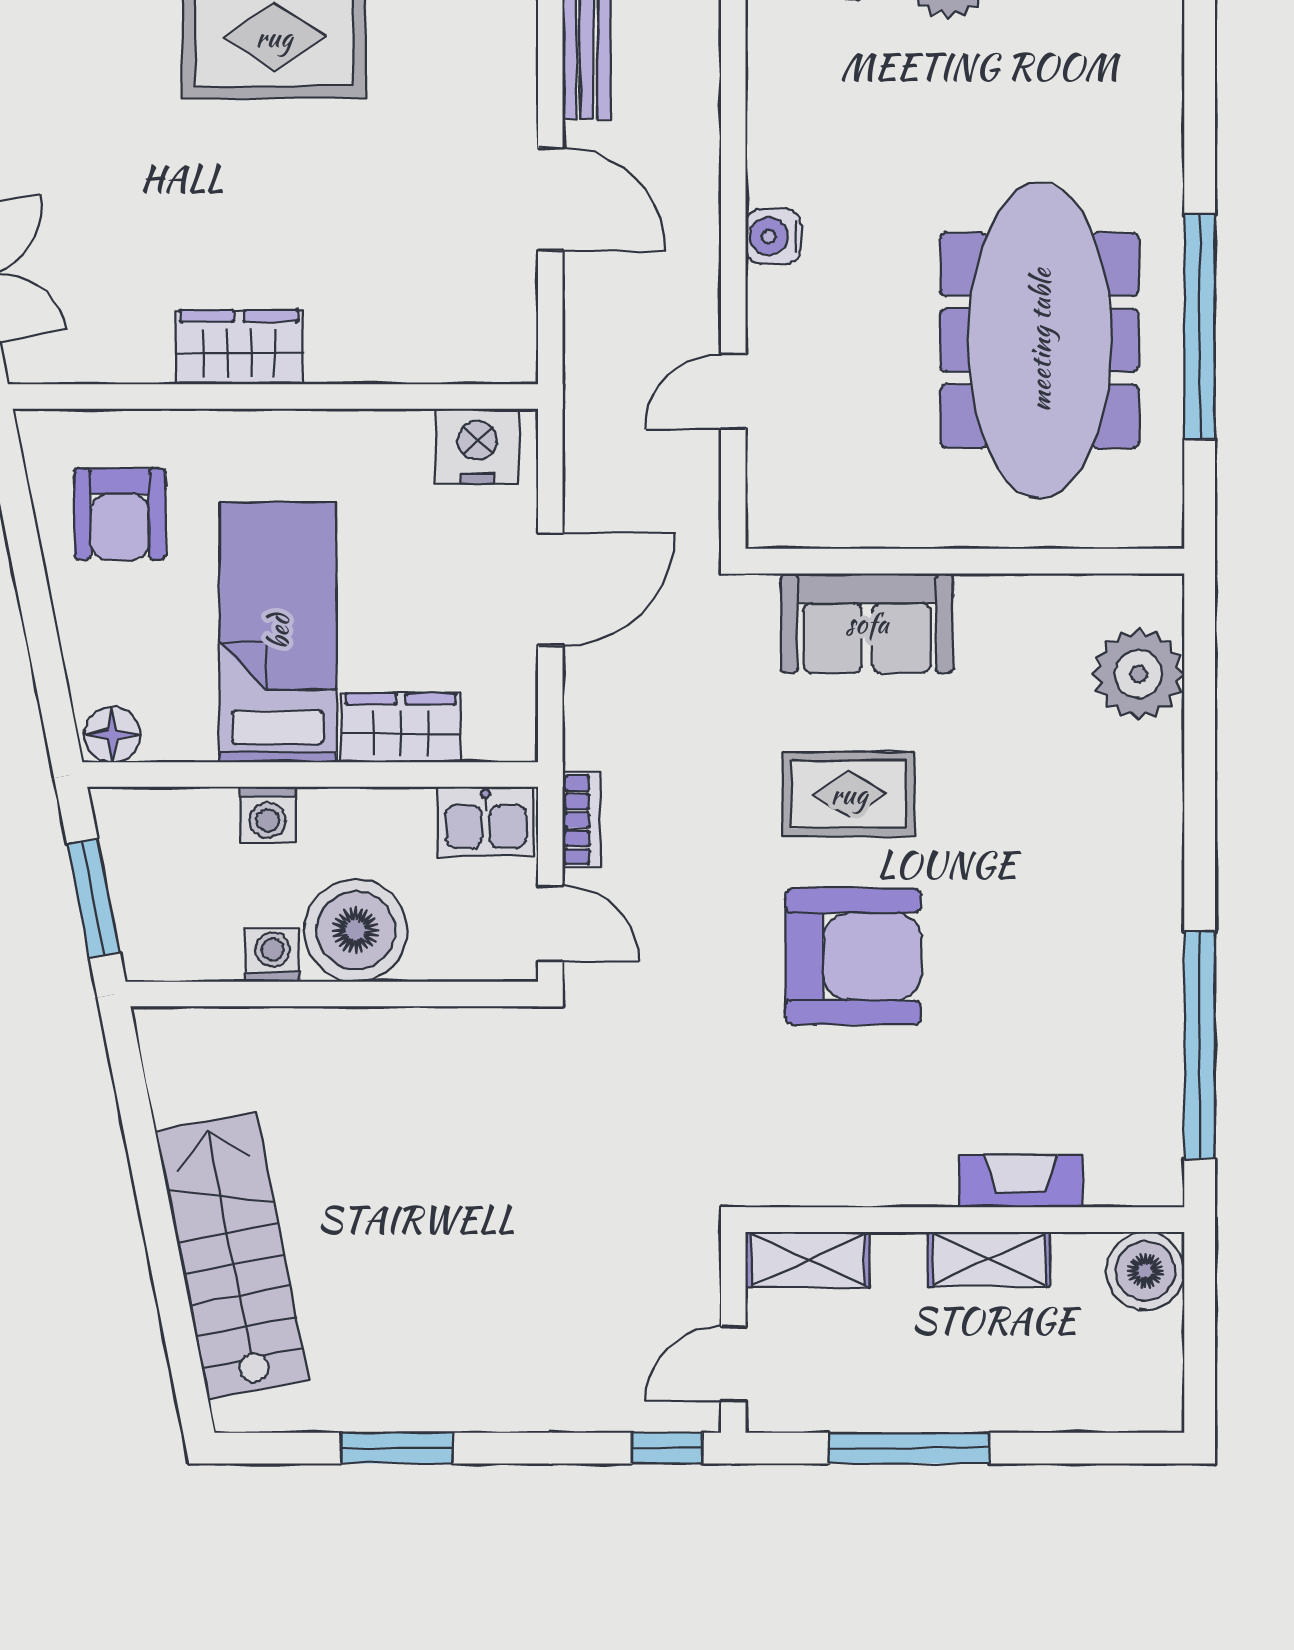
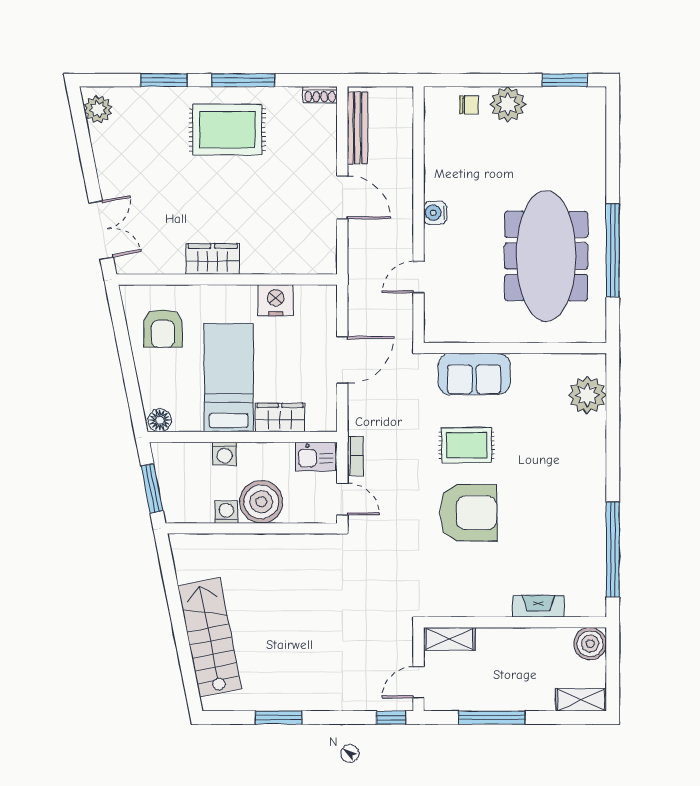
nightstand: (477, 446) -> (276, 300), moved
shelving: (989, 1259) -> (581, 700), moved

